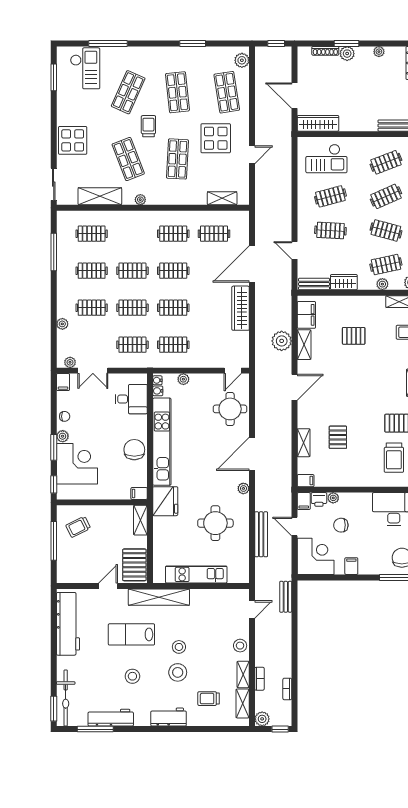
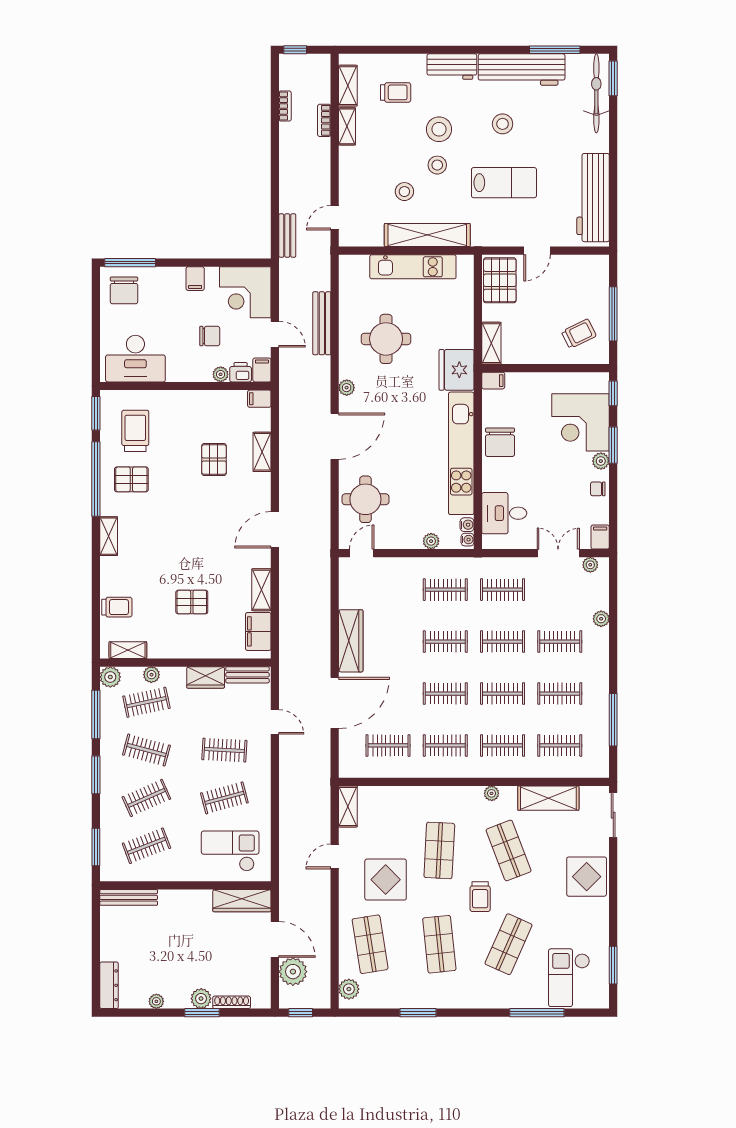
shelving: (222, 198) -> (348, 806), moved, turned 90
clothes rail: (132, 234) -> (503, 745), added
plant: (282, 341) -> (293, 972), moved
shelving: (159, 597) -> (427, 235), moved
stool: (240, 646) -> (404, 192), moved
workbench: (111, 718) -> (522, 69), width x1.36, depth x1.32
plant: (262, 719) -> (320, 64), removed

